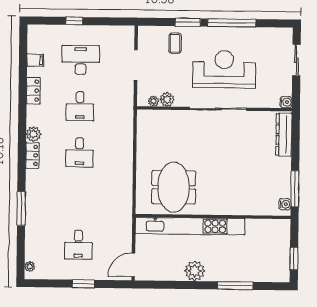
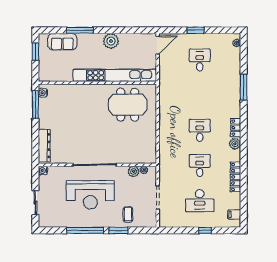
filing cabinet: (35, 60) -> (234, 214), moved
locker: (33, 91) -> (235, 177), width x1.53
meeting table: (174, 187) -> (128, 105), turned 90
sofa: (259, 271) -> (62, 42), added

